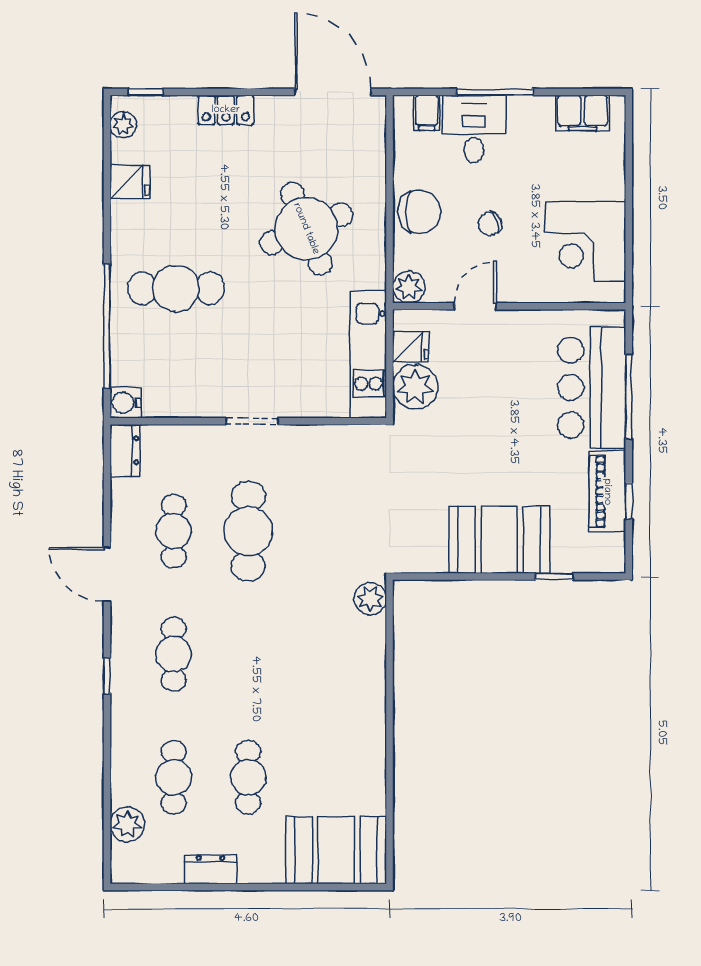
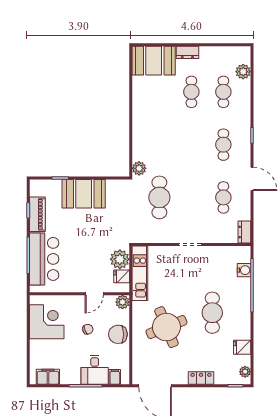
cafe table: (176, 288) -> (212, 313), moved, turned 90
water cooler: (126, 403) -> (244, 270), moved
cafe table: (248, 531) -> (159, 197), moved
dresser: (211, 869) -> (187, 52), moved

